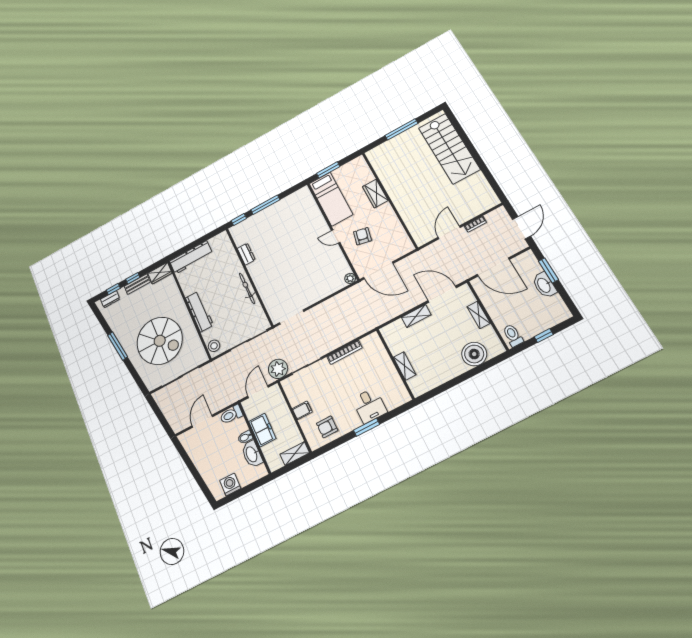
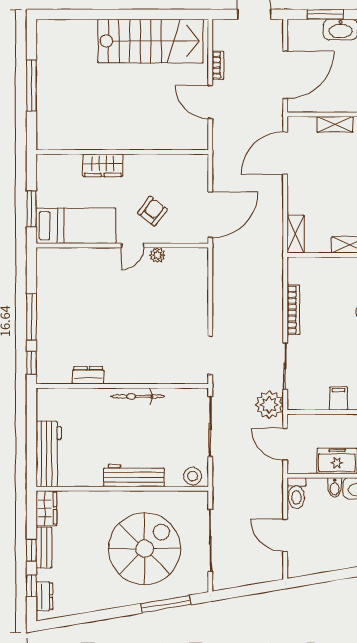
stairs: (449, 148) -> (151, 41), moved
armchair: (362, 236) -> (152, 211), turned 116
plant: (350, 278) -> (158, 255), moved
shelving: (416, 316) -> (296, 234), moved
window: (118, 346) -> (166, 604), moved

